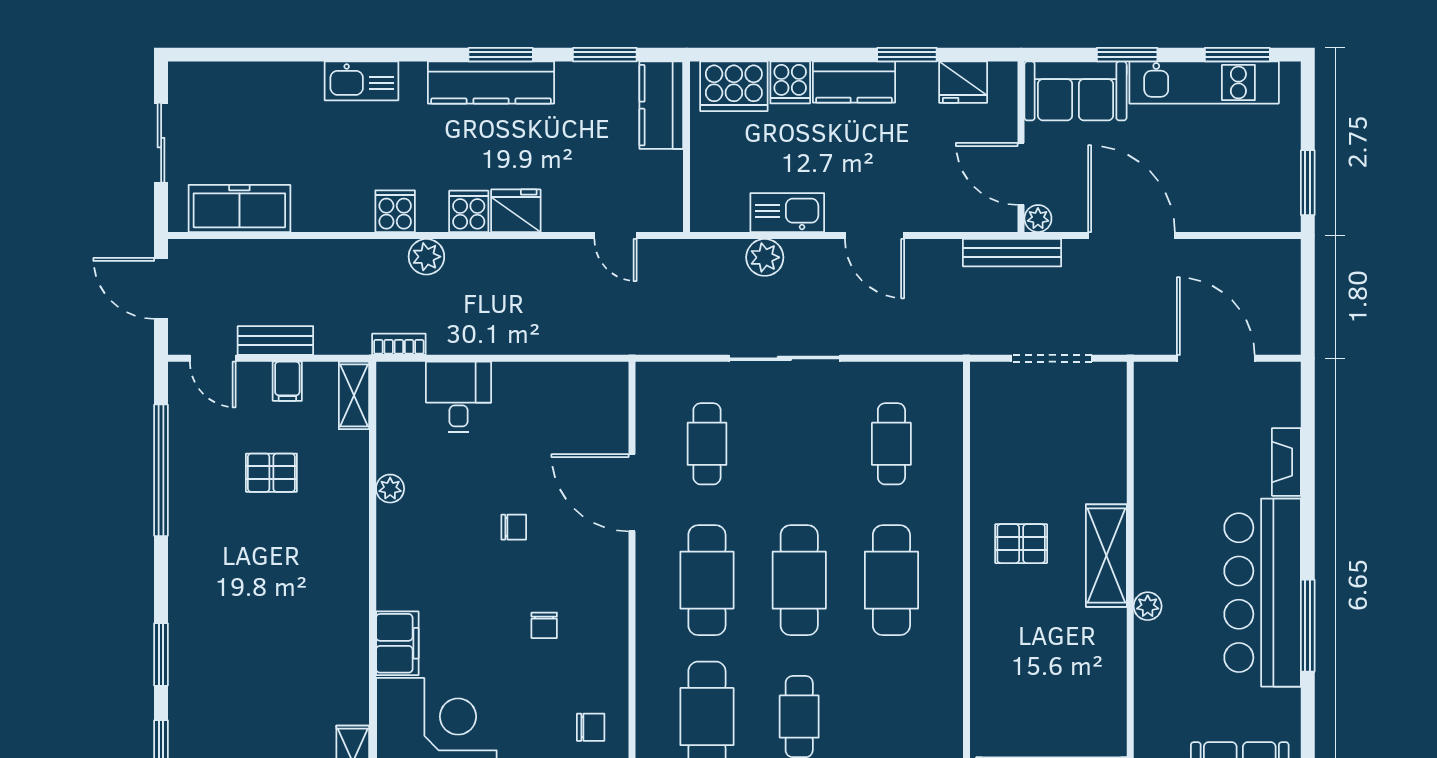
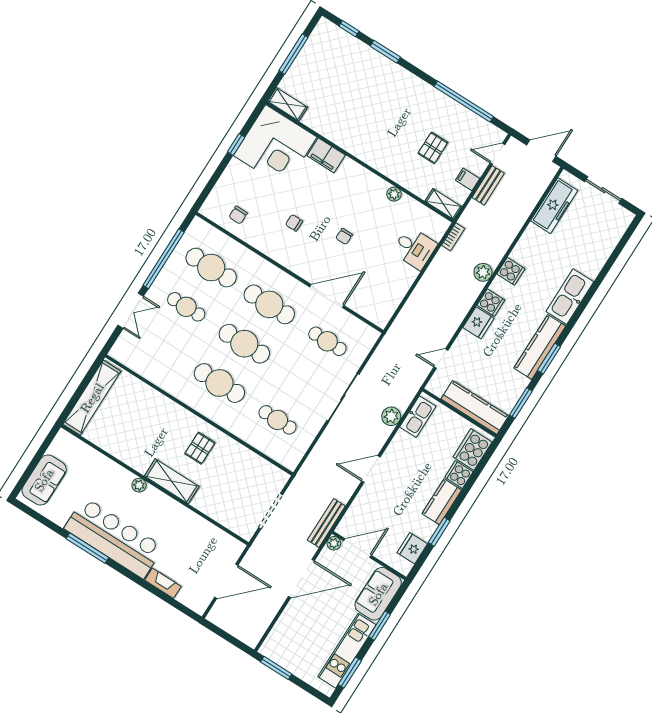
kitchen sink: (361, 81) -> (570, 297), width x1.36, depth x1.24
kitchen counter: (661, 105) -> (475, 407), width x1.50
kitchen sink: (787, 213) -> (418, 417), moved

